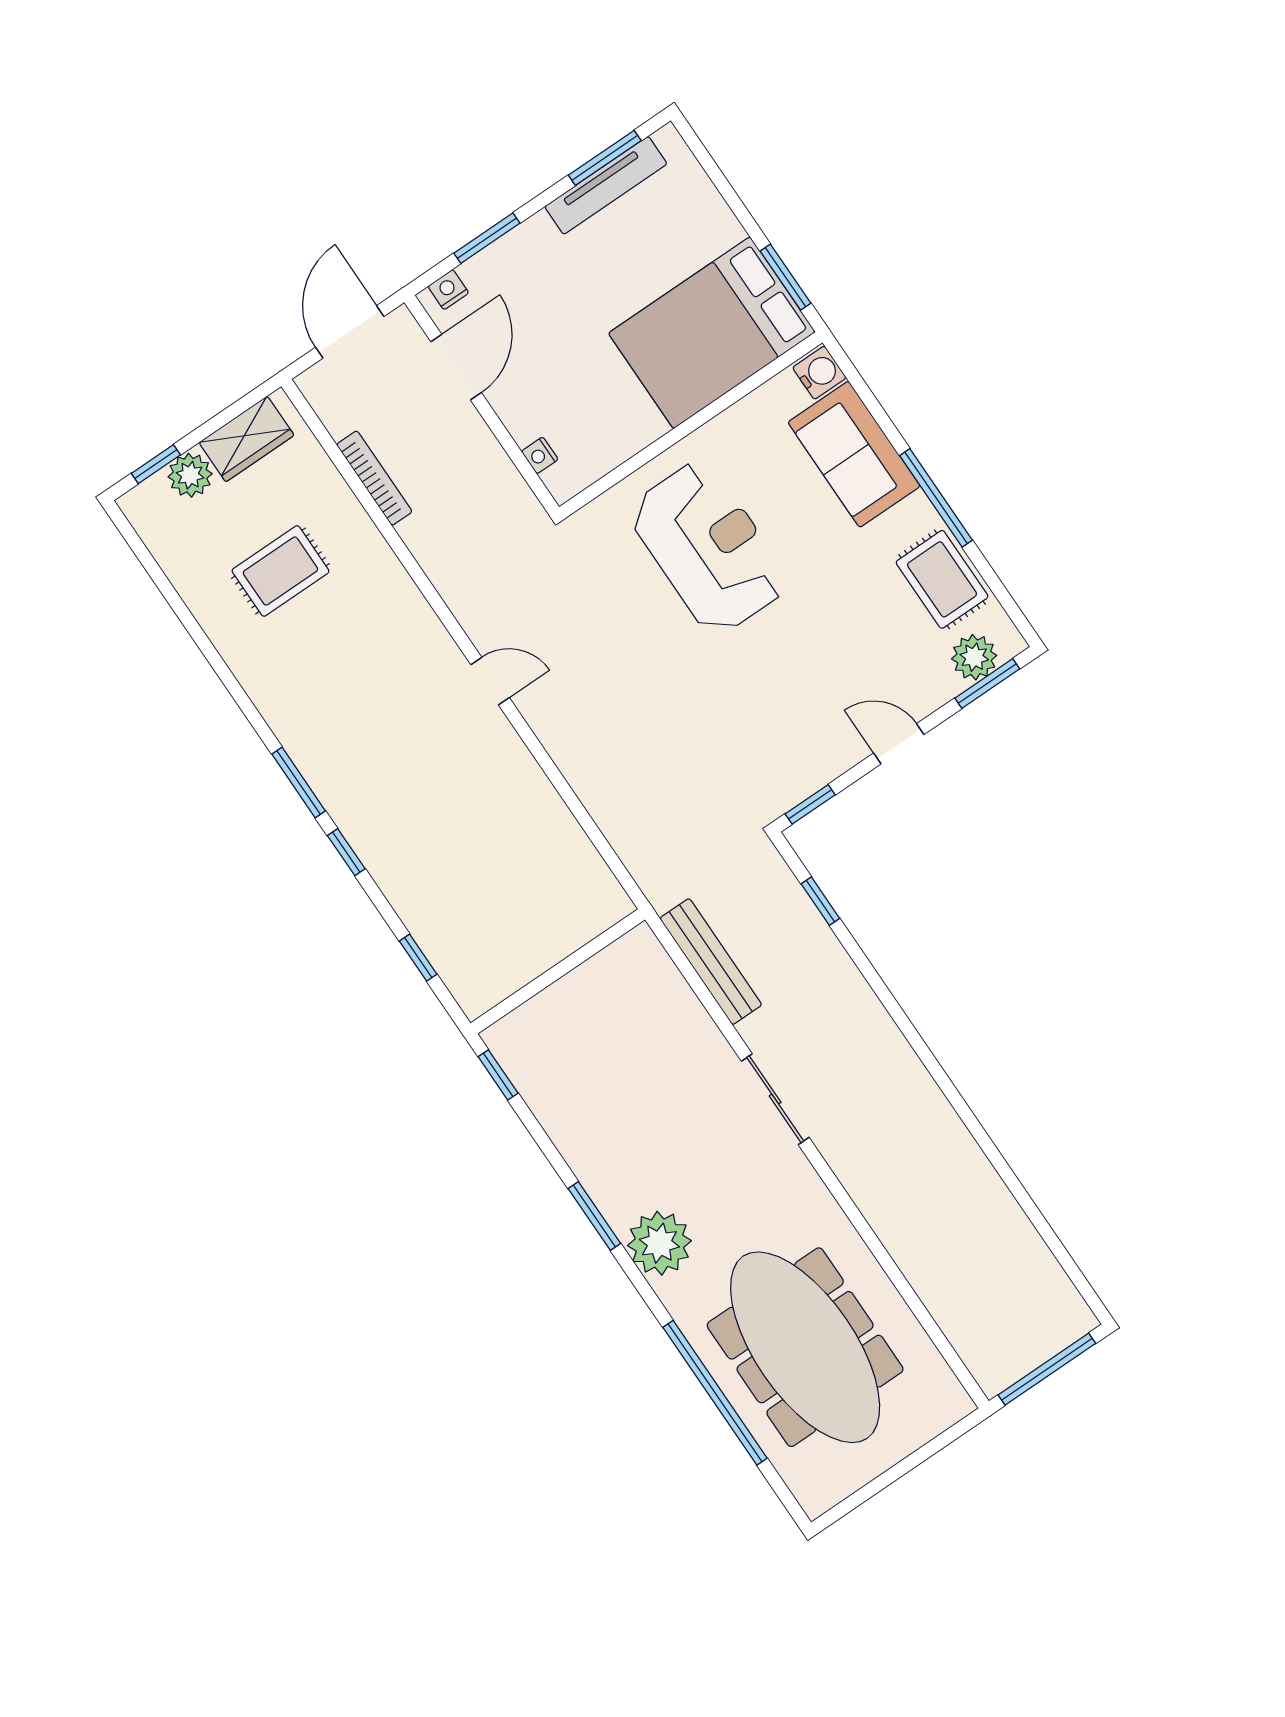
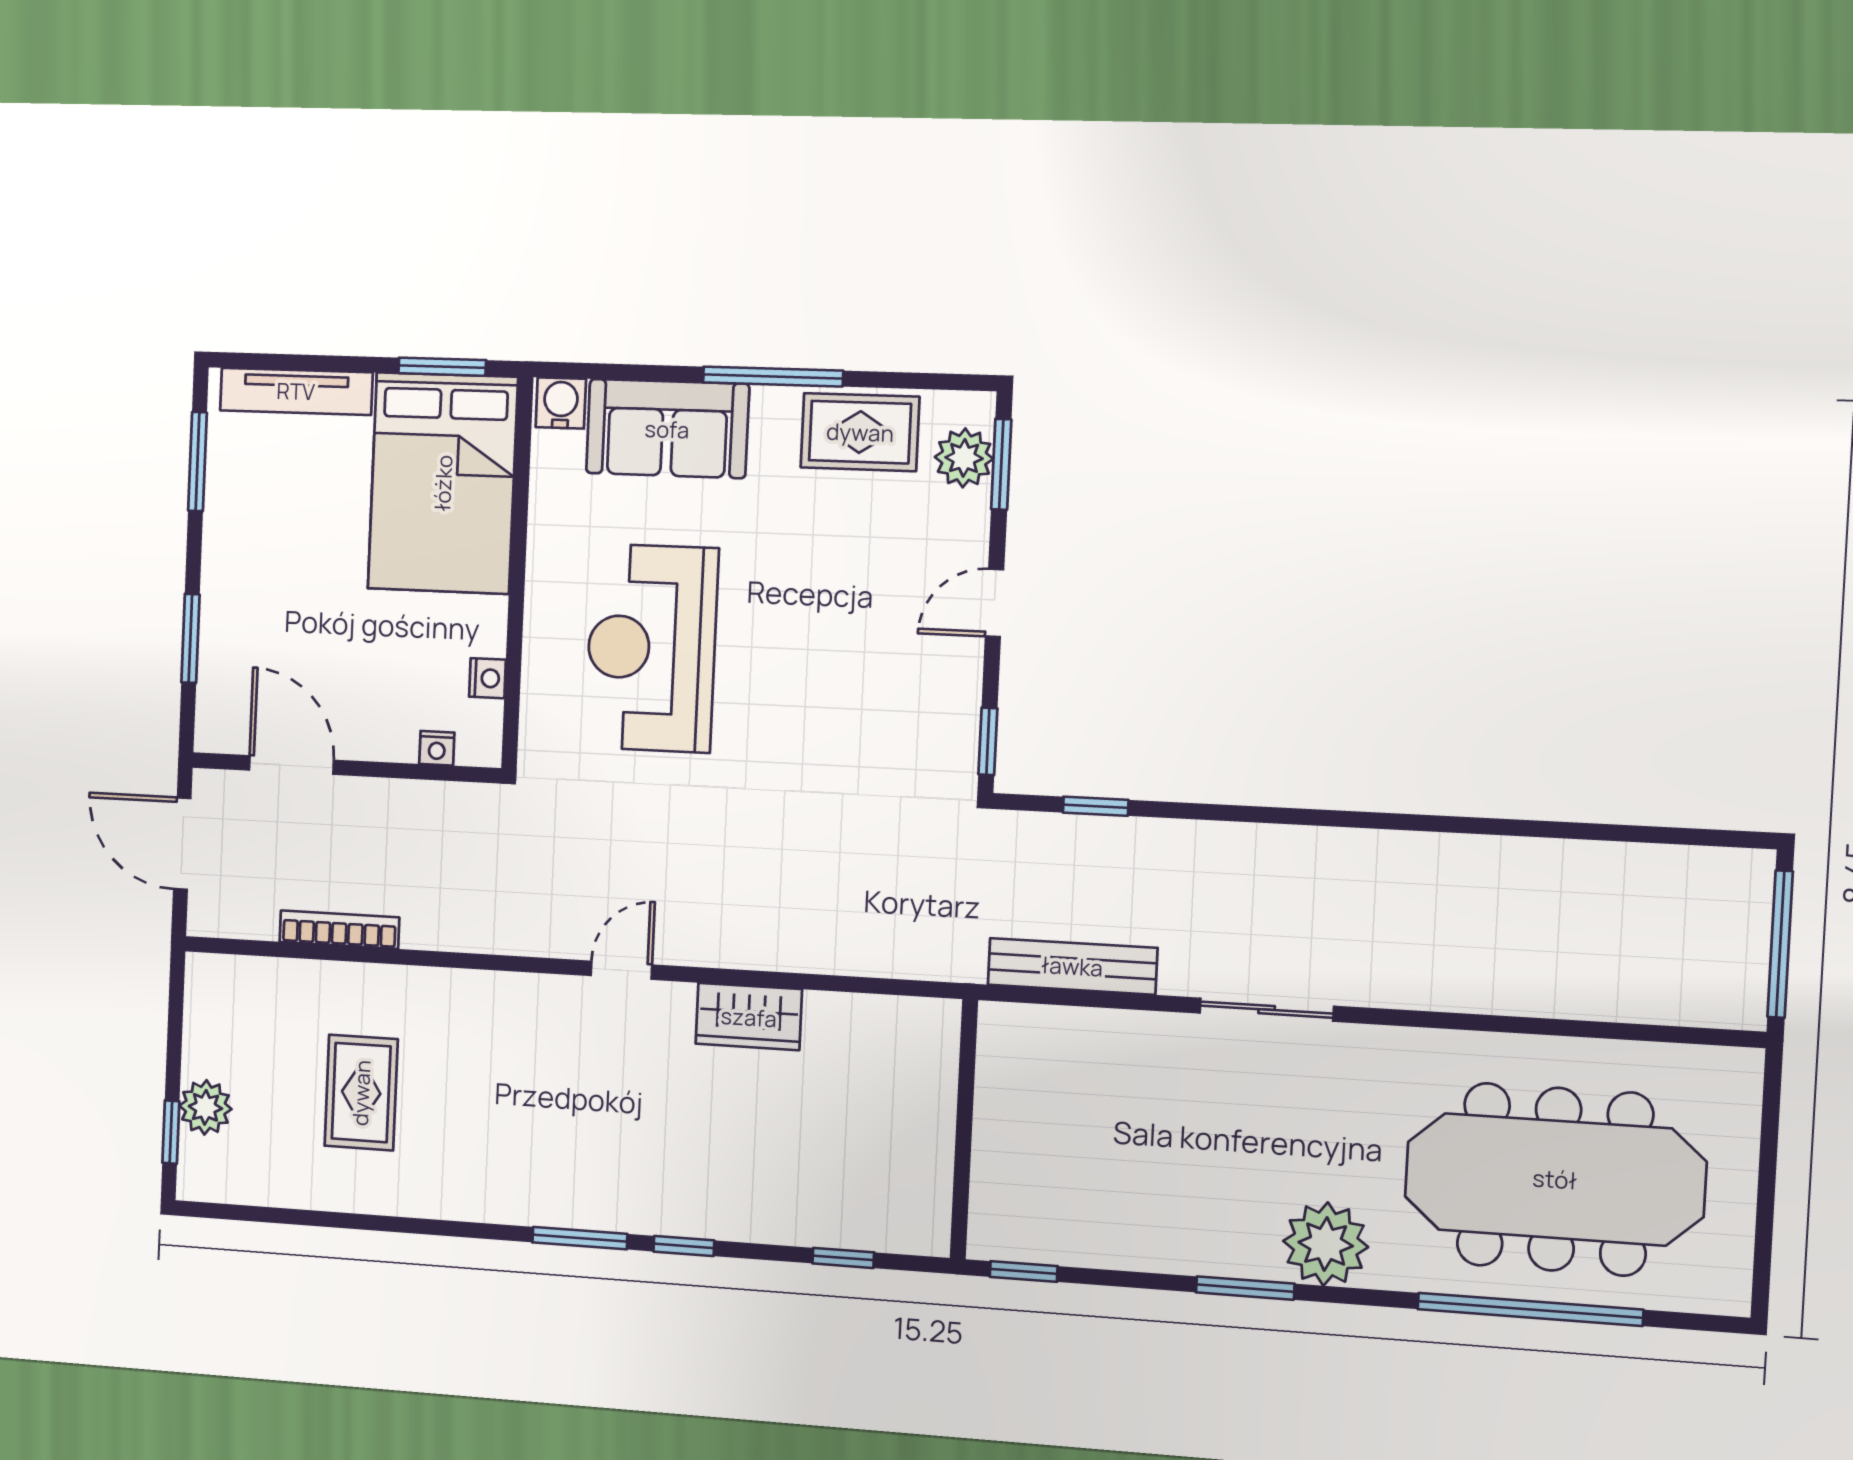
tv unit: (606, 185) -> (296, 391), moved, turned 90
nightstand: (448, 290) -> (487, 678), moved, turned 180
wardrobe: (246, 439) -> (749, 1017), moved, turned 90
reception desk: (708, 547) -> (651, 648), turned -90

